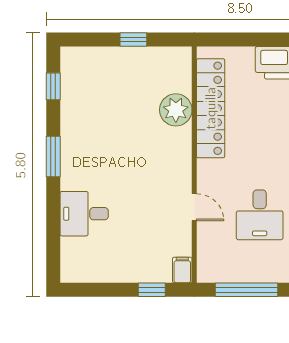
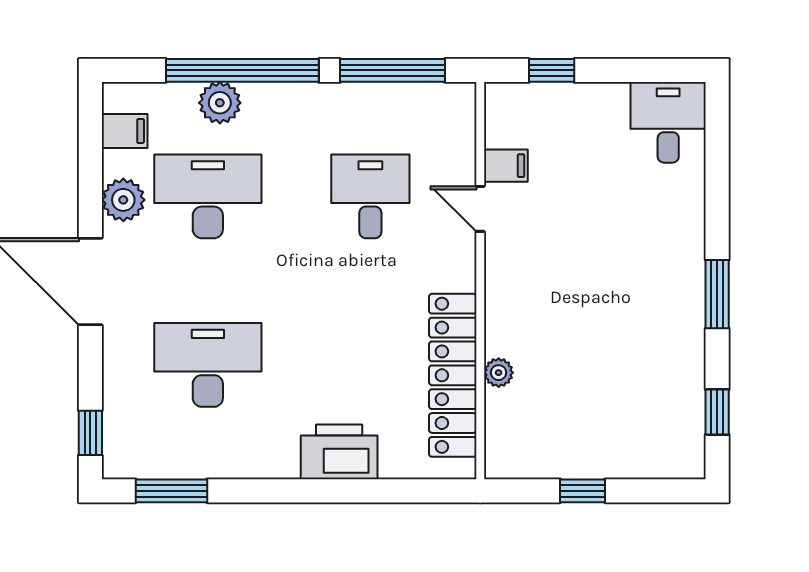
plant: (176, 110) -> (499, 373), width x0.53, depth x0.53
desk: (84, 214) -> (668, 122), moved, turned -90
filing cabinet: (182, 270) -> (506, 166), moved, turned -90

